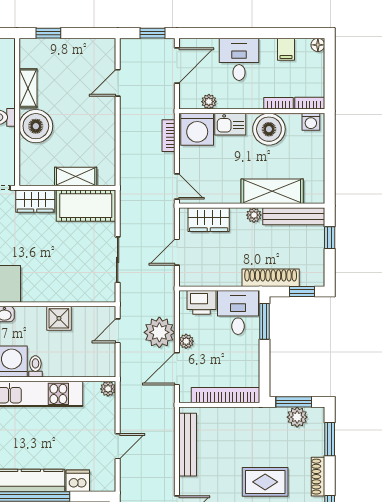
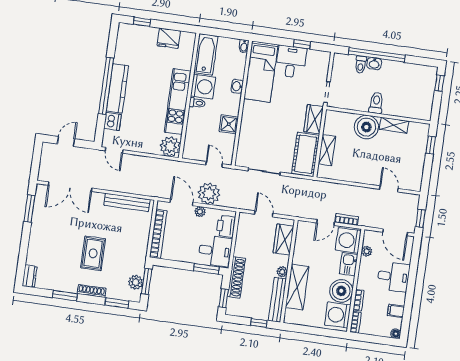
washing machine: (311, 122) -> (338, 315), width x1.89, depth x1.89
door: (177, 187) -> (325, 223), moved
plant: (108, 389) -> (170, 146), width x1.88, depth x1.88
door: (118, 446) -> (114, 150), moved

